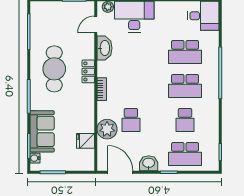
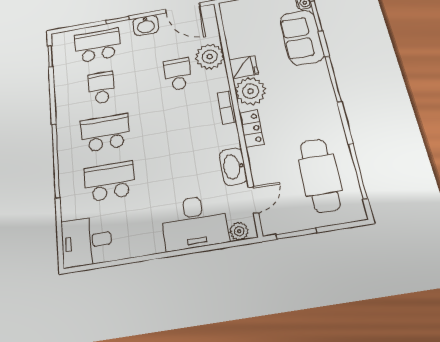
cafe table: (54, 69) -> (320, 175), moved
plant: (84, 98) -> (250, 91), added
fridge: (85, 141) -> (244, 67), moved

